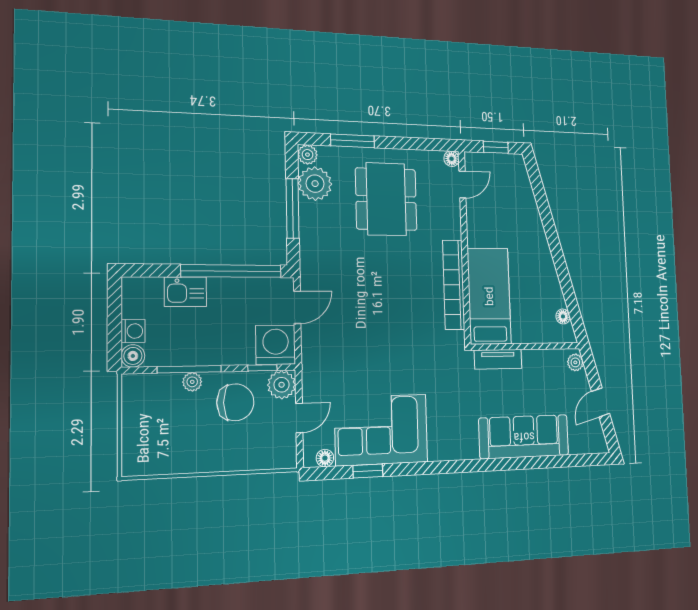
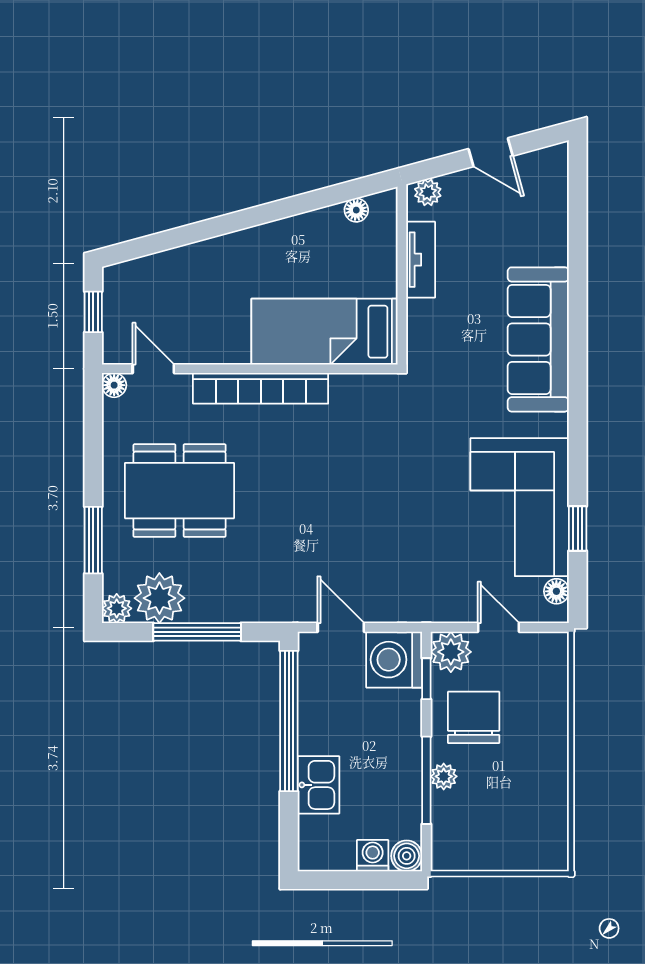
bookcase: (454, 285) -> (261, 388), moved
tv unit: (498, 359) -> (421, 260), moved
sofa: (524, 437) -> (538, 339), moved

